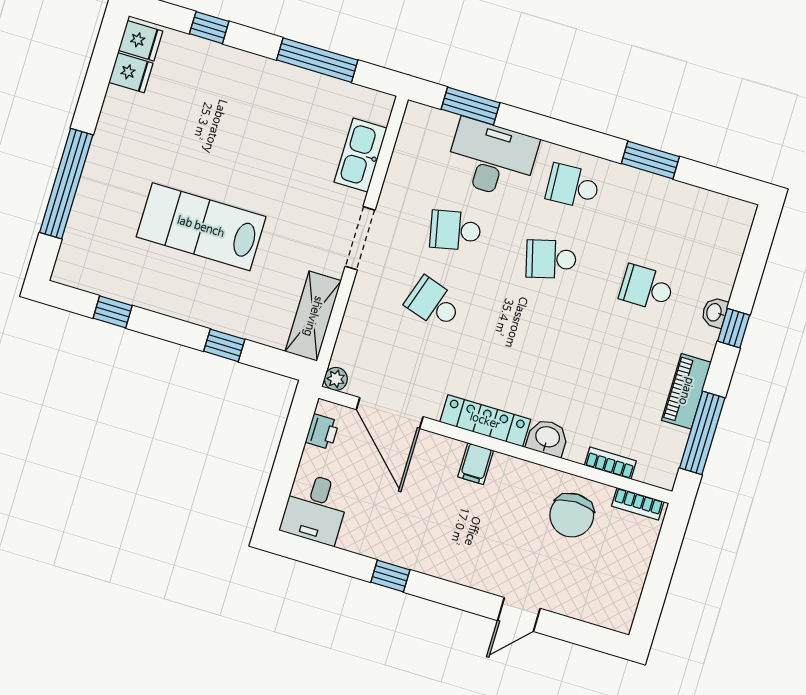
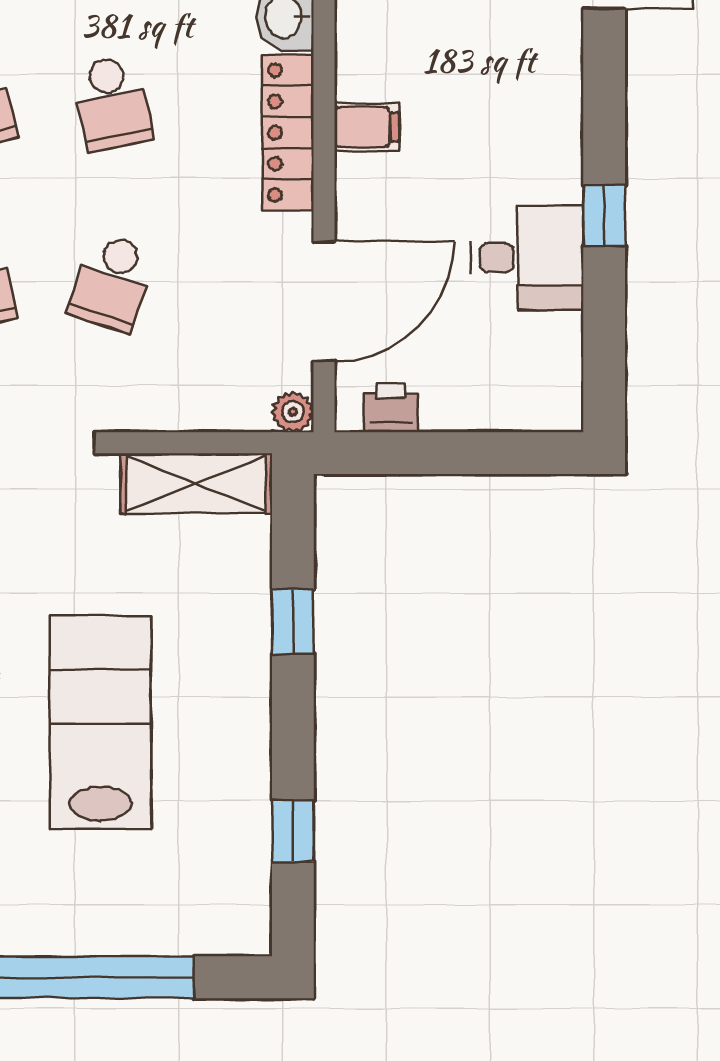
lab bench: (201, 227) -> (100, 723), turned 180
school desk: (529, 332) -> (112, 103), added
desk: (315, 509) -> (527, 258), moved

